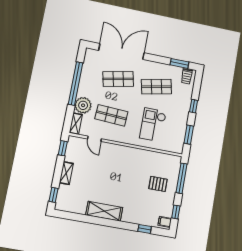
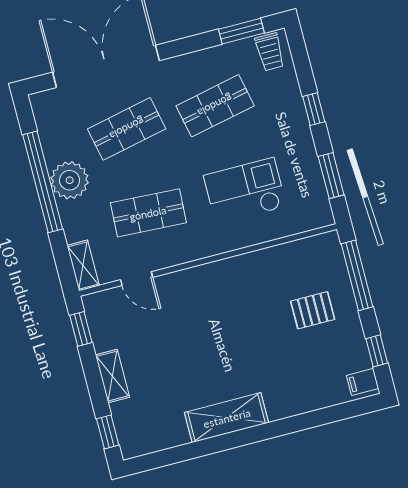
plant: (83, 105) -> (70, 180), moved
checkout: (153, 125) -> (245, 191), turned 90
window: (145, 229) -> (327, 415), removed

